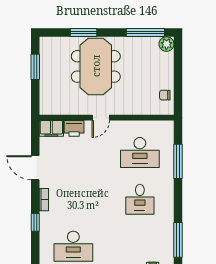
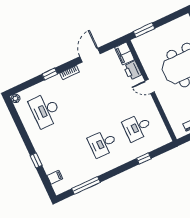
window: (35, 67) -> (144, 30), moved
desk: (140, 153) -> (137, 127), width x0.73
window: (178, 161) -> (144, 158), width x0.46

